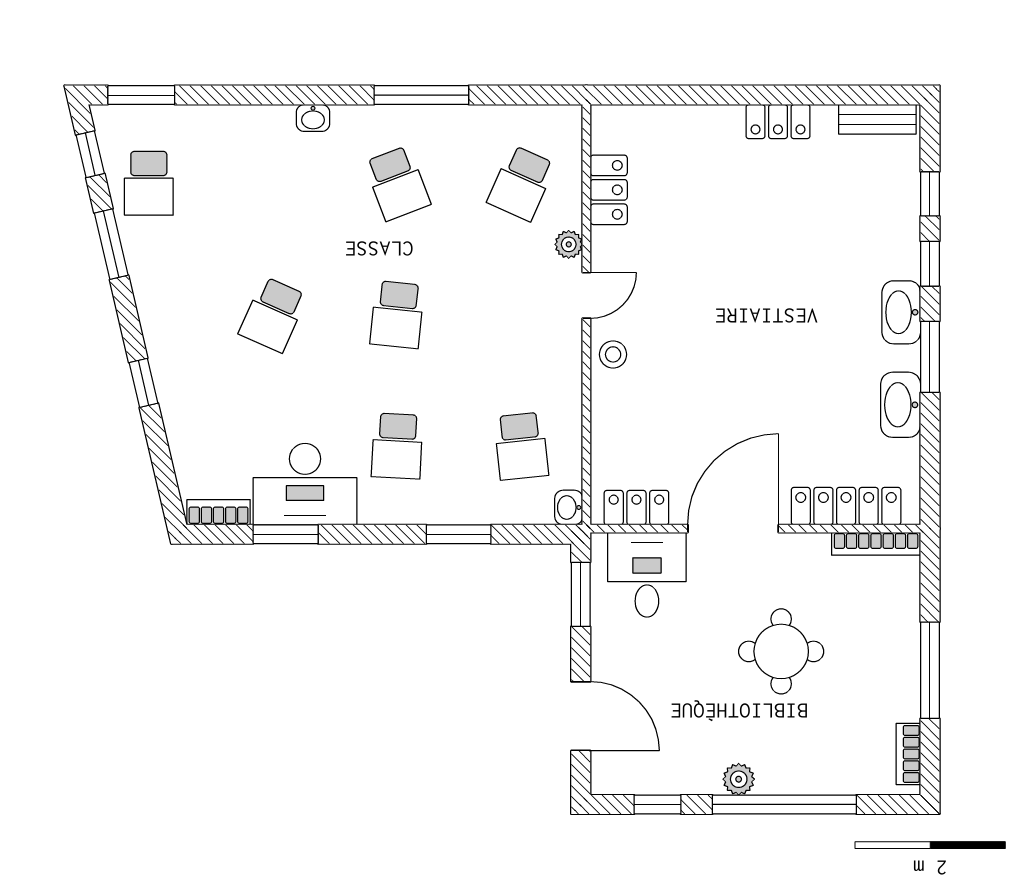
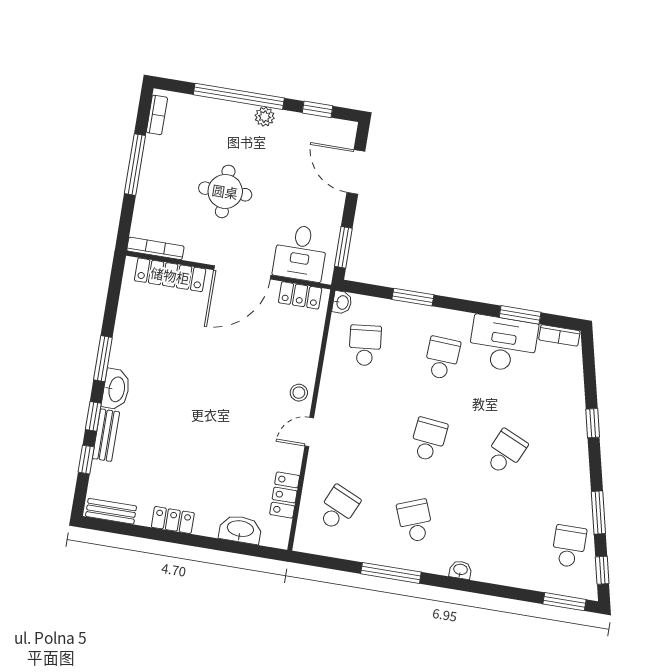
bench: (905, 237) -> (106, 435), added
plant: (569, 244) -> (315, 465), removed
washbasin: (901, 405) -> (240, 529), moved, turned -90

